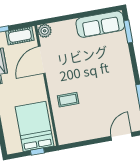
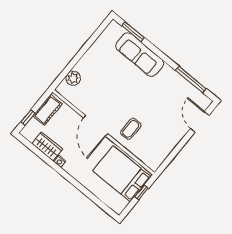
sofa: (100, 24) -> (140, 55), moved, turned 90
plant: (45, 31) -> (73, 78), moved
door: (42, 60) -> (96, 126), moved

